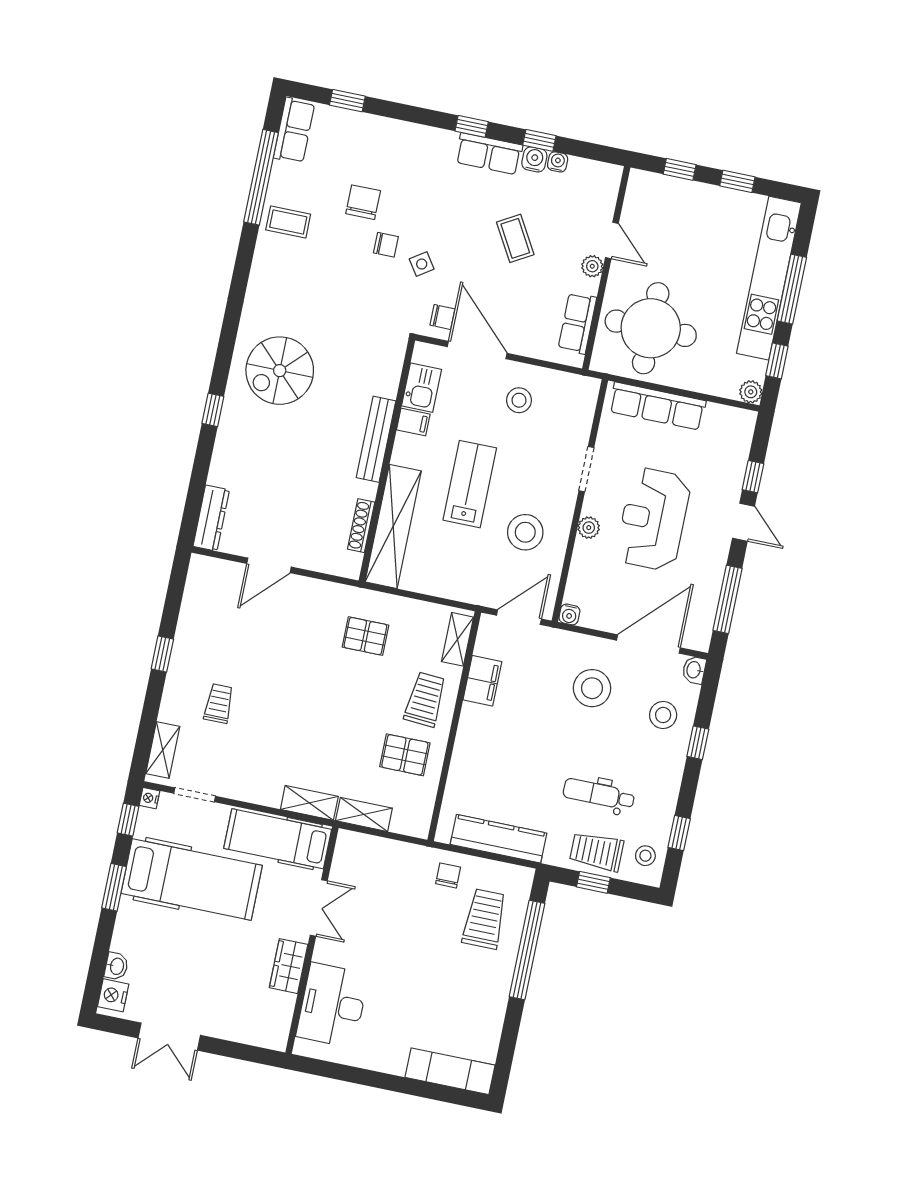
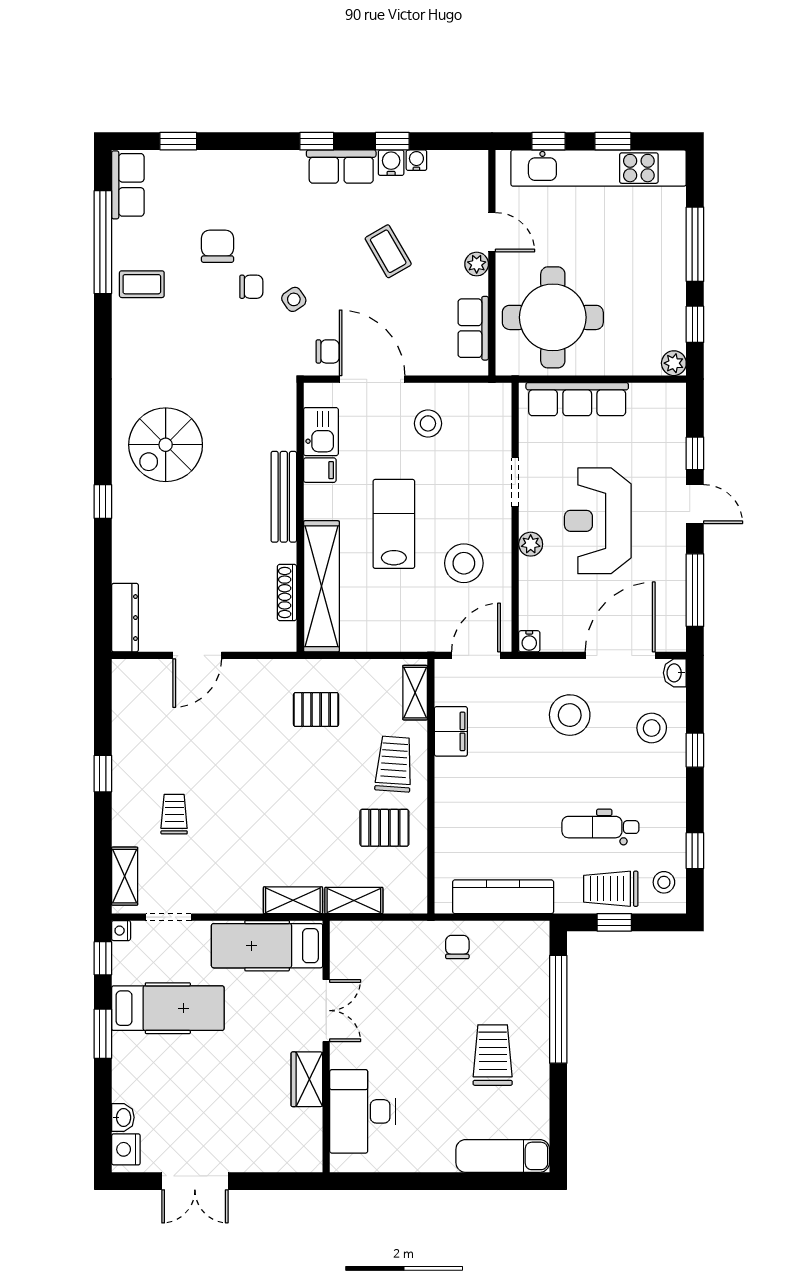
kitchen unit: (769, 278) -> (599, 168), moved, turned -90
hospital bed: (192, 879) -> (168, 1008), width x0.73, depth x0.78
trolley: (484, 919) -> (493, 1055), moved

